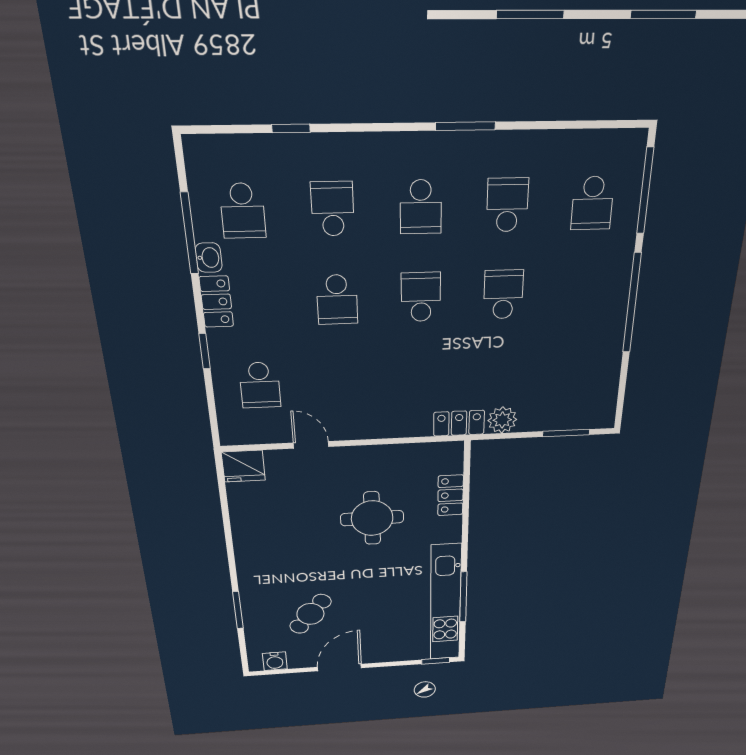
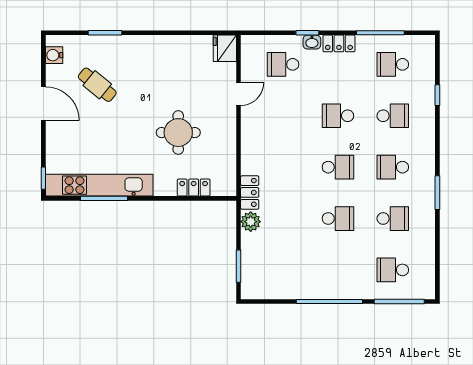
washbasin: (209, 258) -> (312, 42), moved

